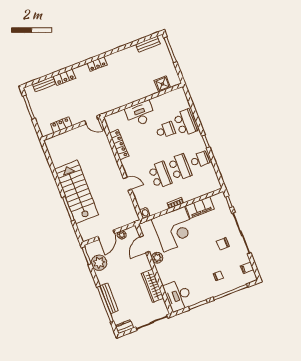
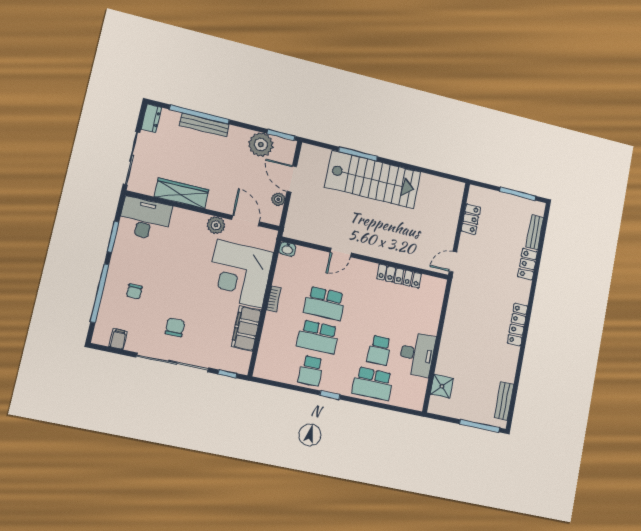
locker: (97, 64) -> (518, 324), width x1.53
desk: (140, 114) -> (417, 354), moved

